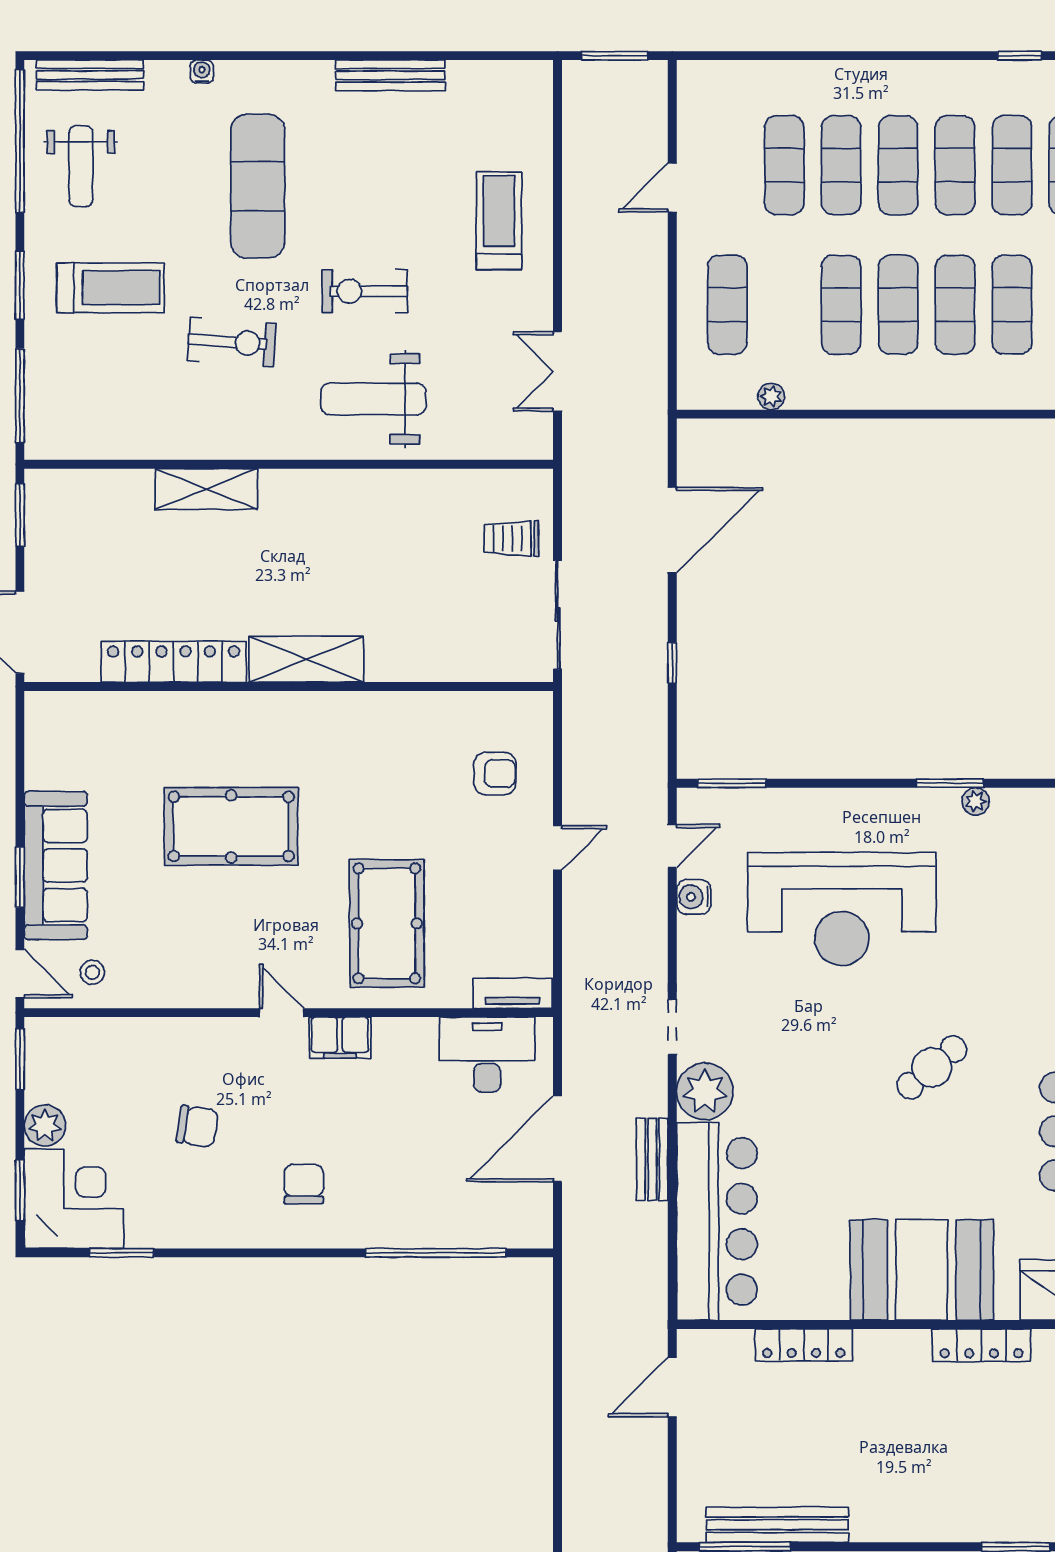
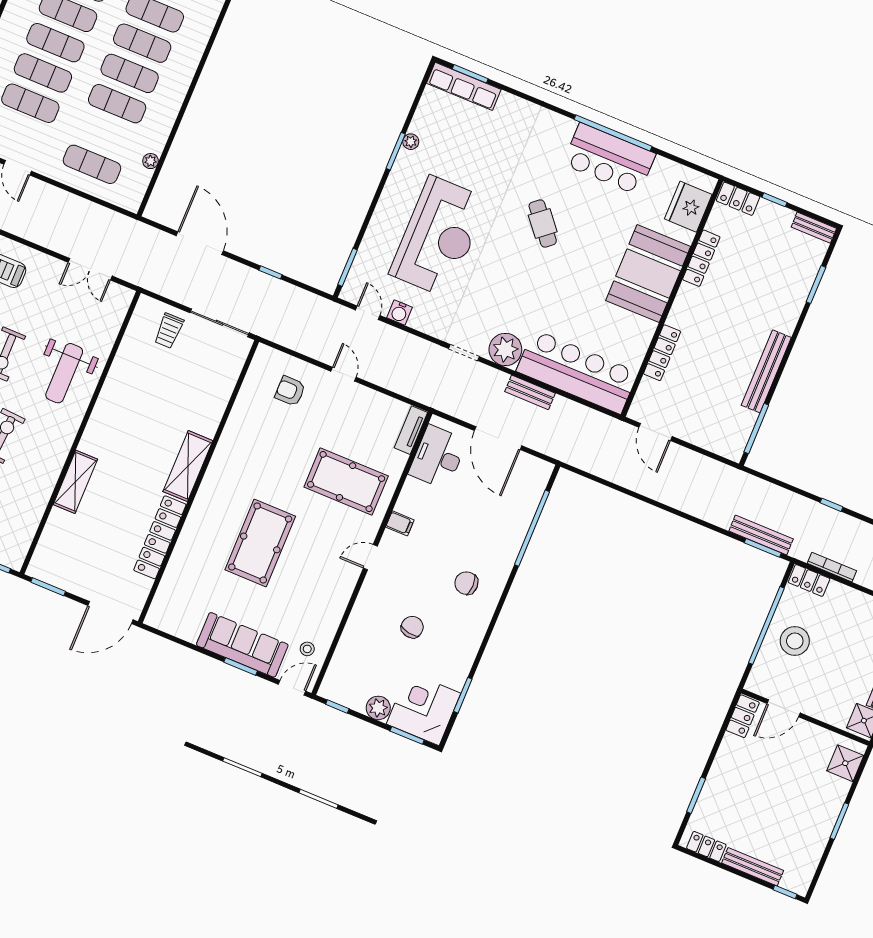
armchair: (495, 773) -> (290, 391), turned -90
filing cabinet: (340, 1038) -> (400, 523), width x0.50
window: (20, 1059) -> (337, 707), width x0.67
bench: (777, 1525) -> (766, 371), moved

